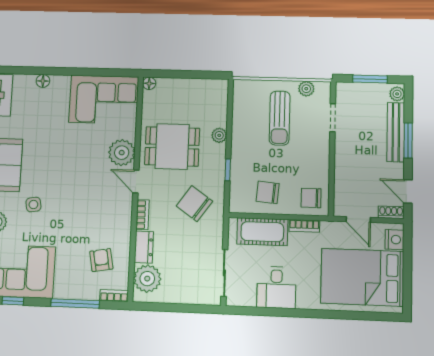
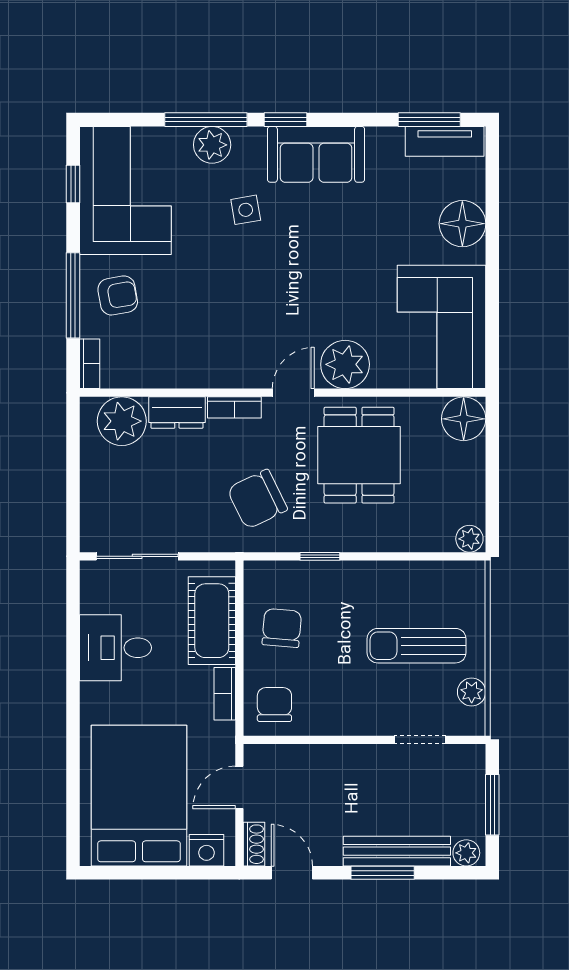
floor lamp: (43, 81) -> (462, 224), width x1.89, depth x1.89
floor lamp: (149, 83) -> (464, 419), width x1.89, depth x1.89
plant: (219, 135) -> (469, 539), moved
door: (408, 191) -> (292, 873), hinge flipped
chair: (194, 204) -> (257, 499), turned -151
armchair: (101, 260) -> (118, 295), moved

